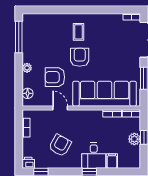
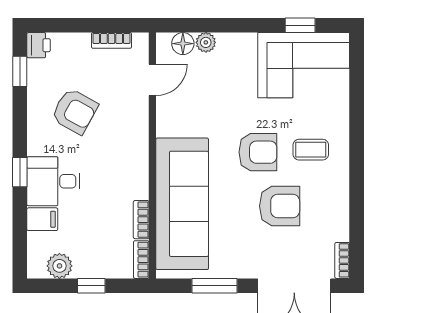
corner sofa: (38, 35) -> (304, 65), added
window: (19, 37) -> (300, 25), width x0.46
plant: (27, 68) -> (206, 42), moved
armchair: (55, 77) -> (280, 206), moved, turned 90
door: (60, 108) -> (152, 80), moved
plant: (134, 139) -> (59, 266), moved

